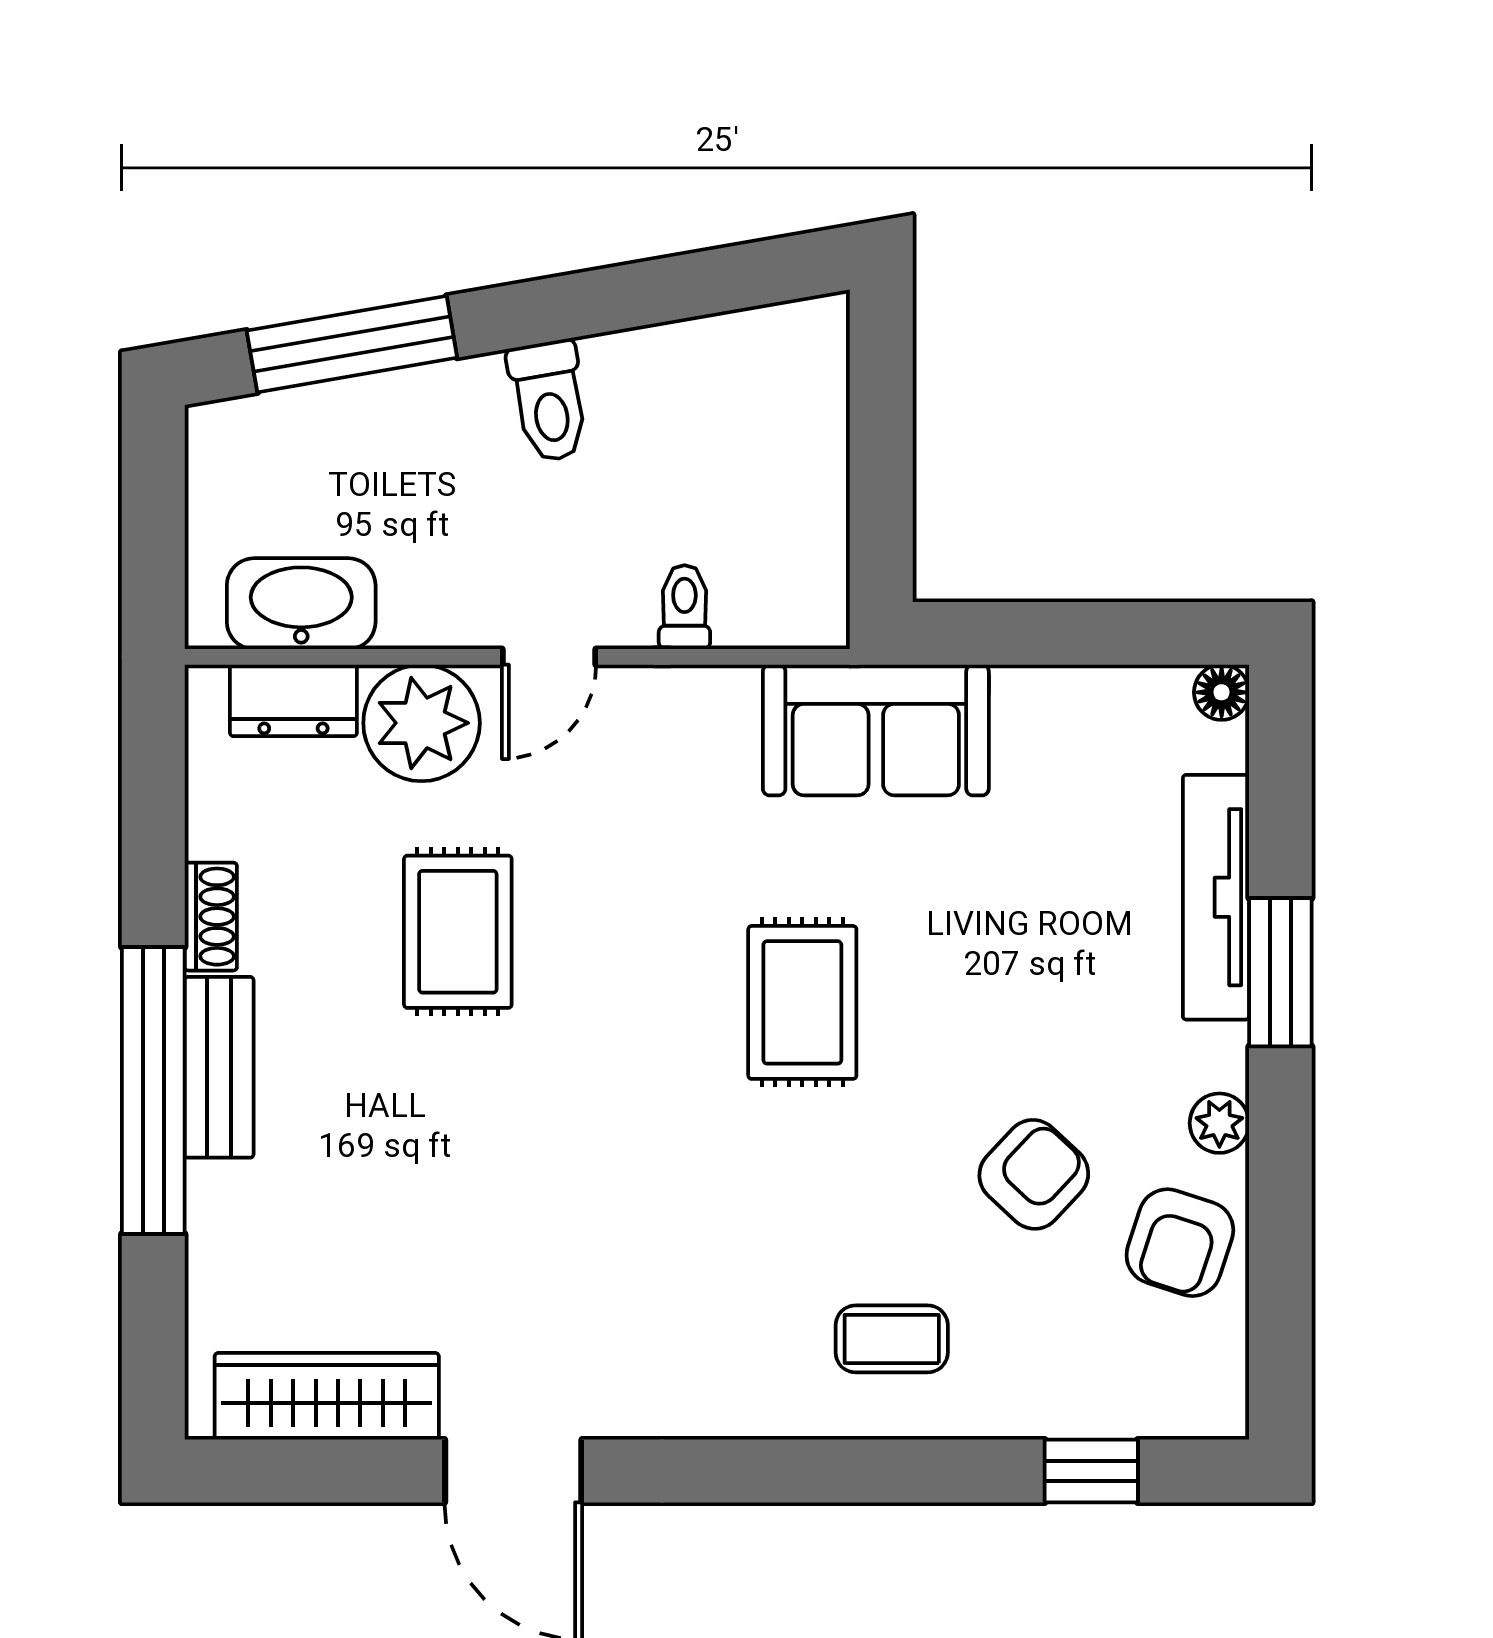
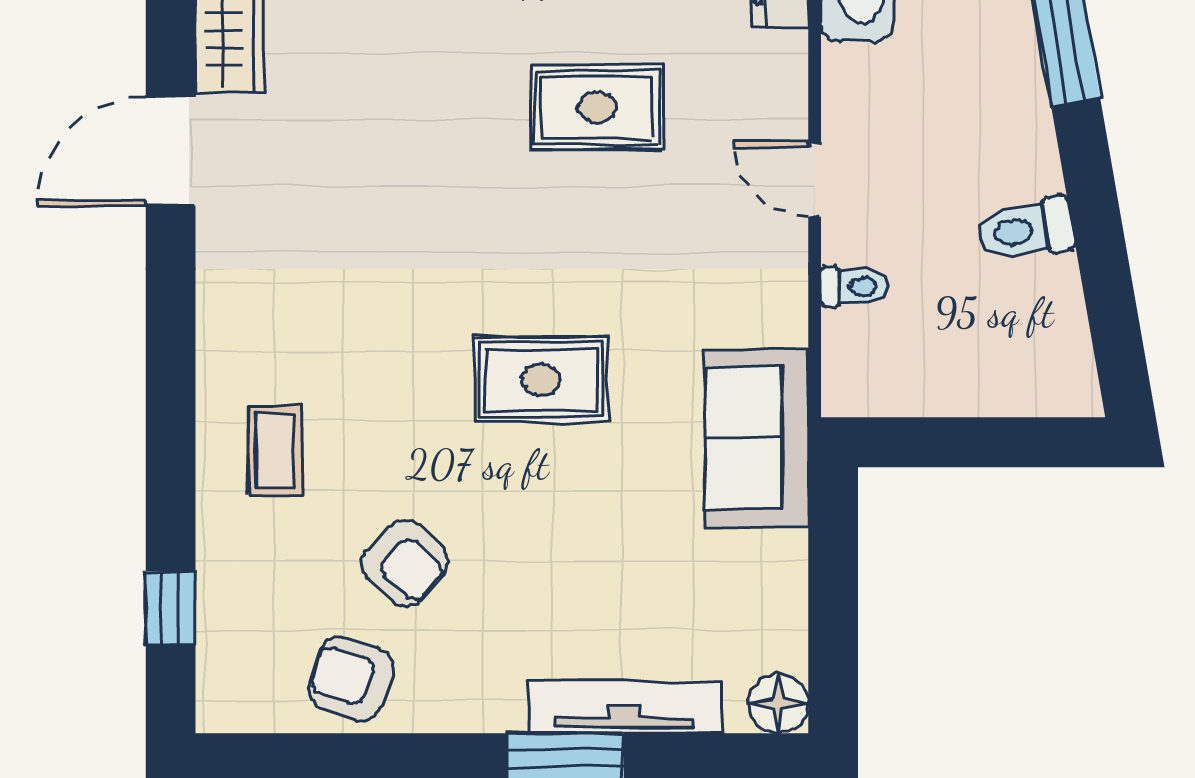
toilet: (549, 401) -> (1026, 230), moved
floor lamp: (1222, 692) -> (778, 703), width x1.37, depth x1.37
plant: (422, 723) -> (762, 79), removed
plant: (1219, 1123) -> (446, 710), removed

